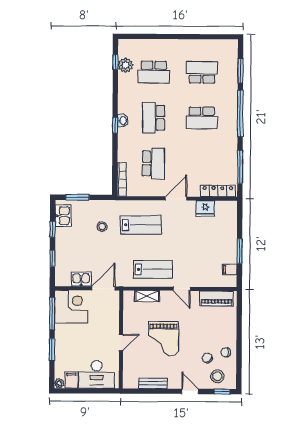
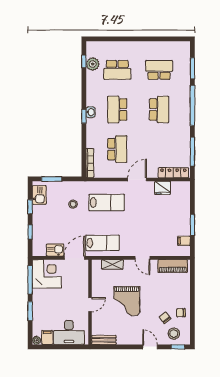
school desk: (202, 118) -> (159, 109), turned -90
lab bench: (153, 270) -> (102, 243), moved
bench: (153, 383) -> (104, 340), moved

